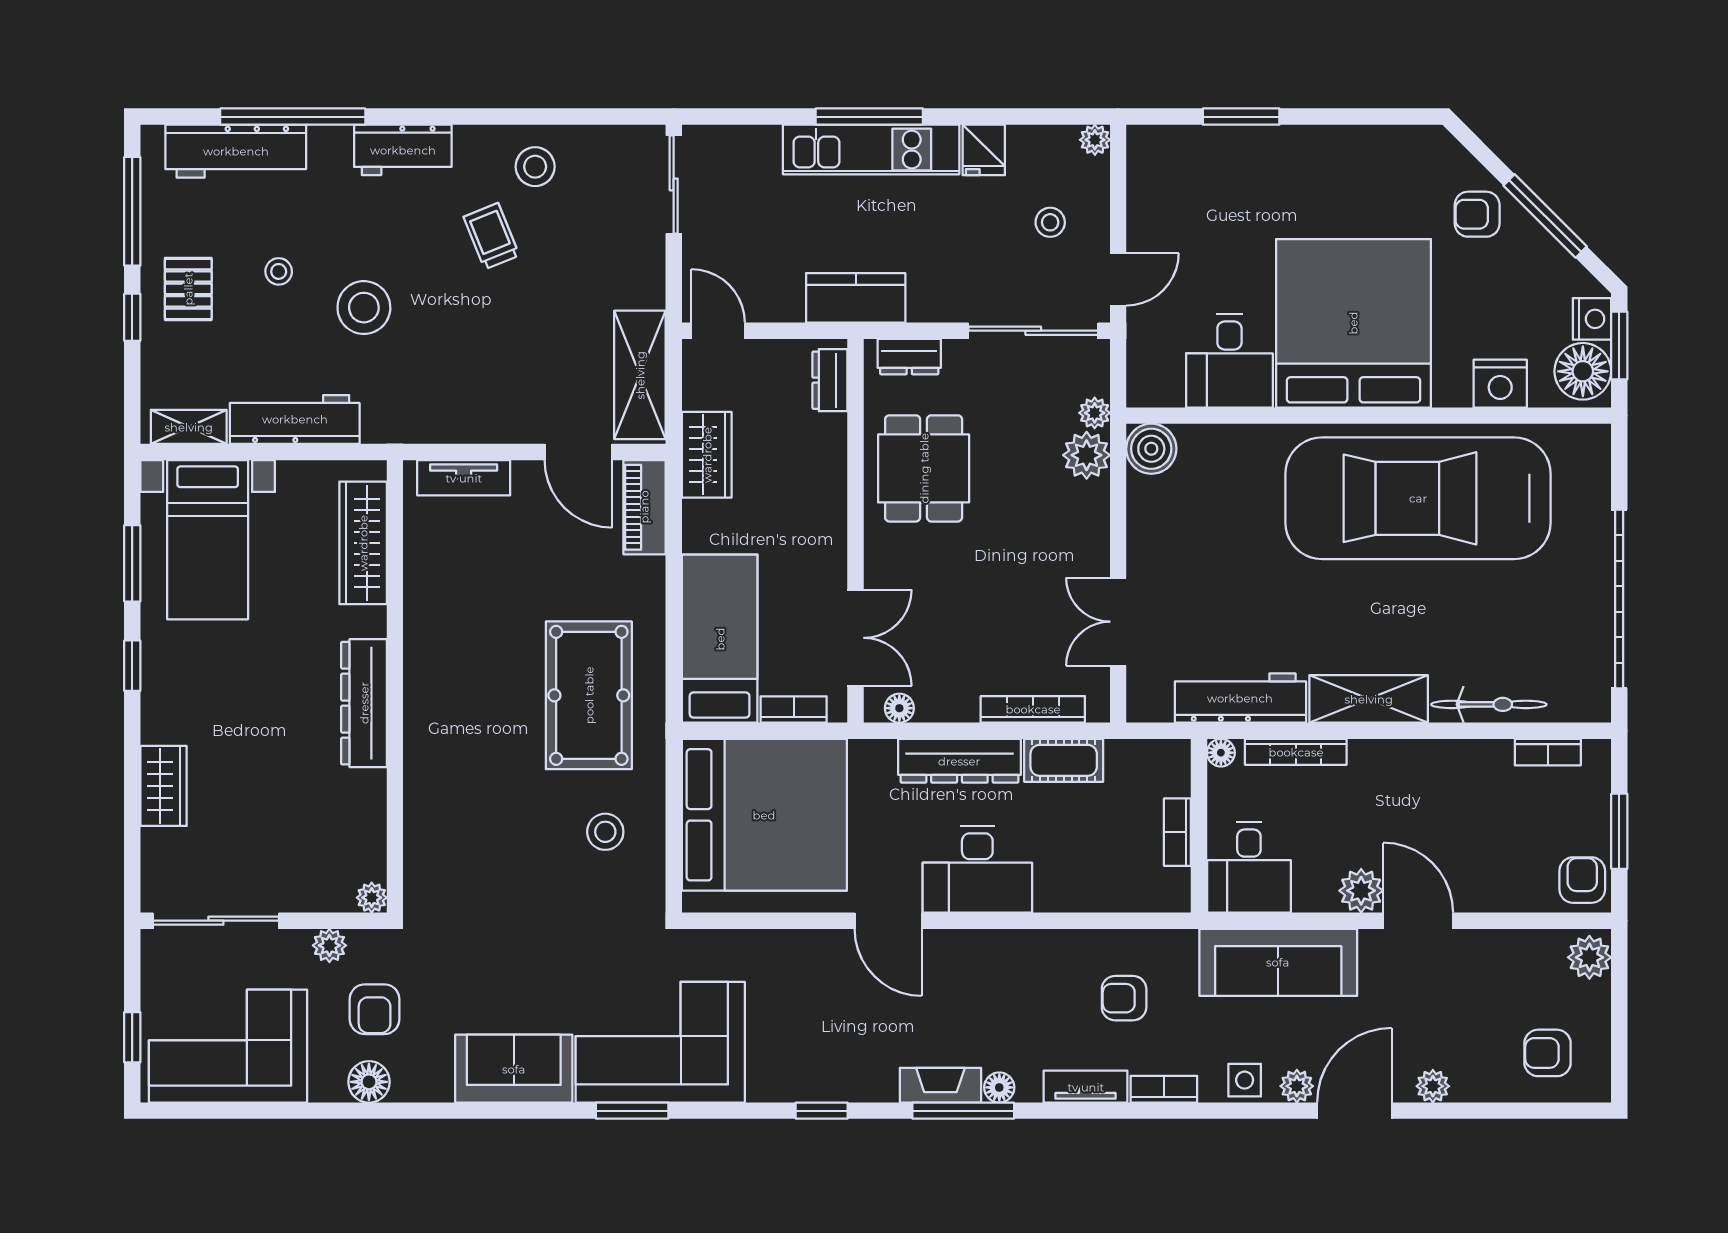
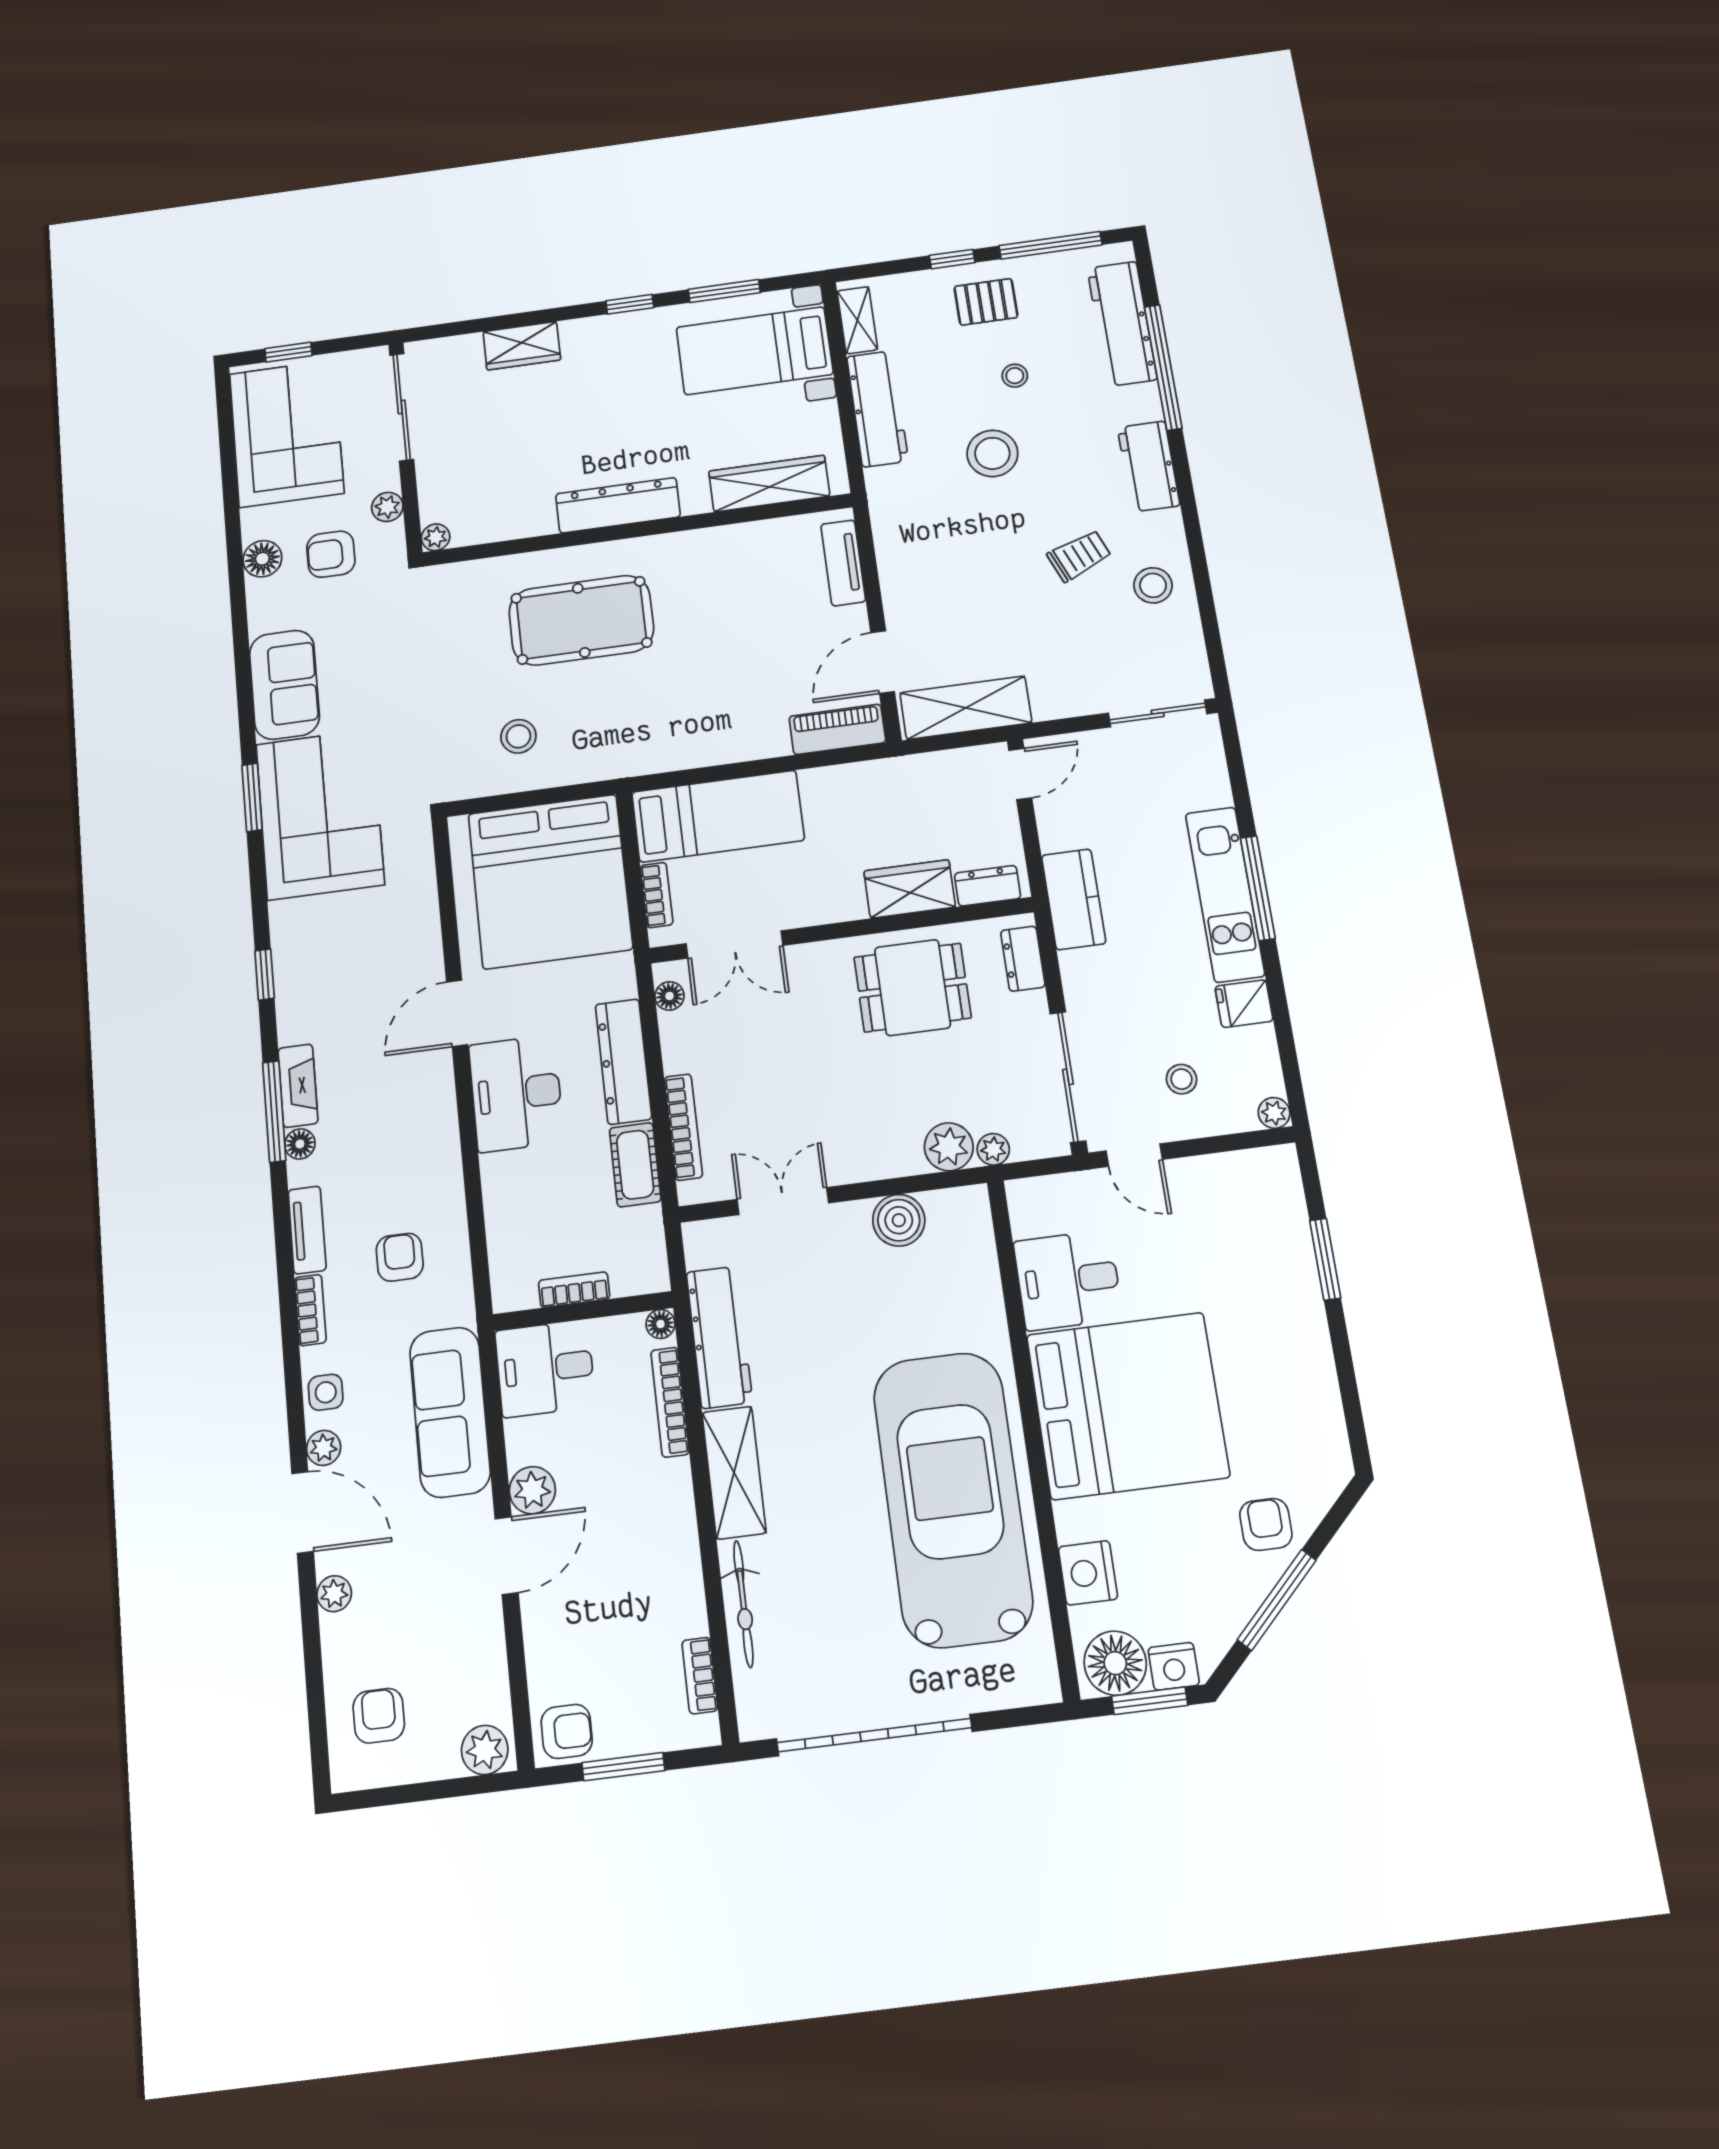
boiler: (1151, 449) -> (899, 1220), moved
wardrobe: (707, 455) -> (910, 889), moved, turned 180
pool table: (589, 695) -> (581, 620), moved

